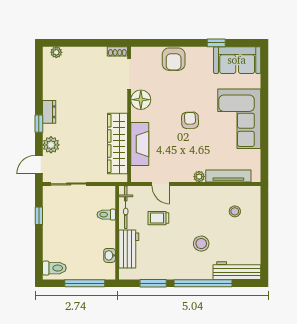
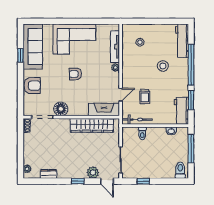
sofa: (237, 60) -> (33, 47), width x1.36
dresser: (49, 112) -> (48, 174), moved
fireplace: (140, 144) -> (104, 110), moved
workbench: (129, 249) -> (181, 111), moved, turned -90

